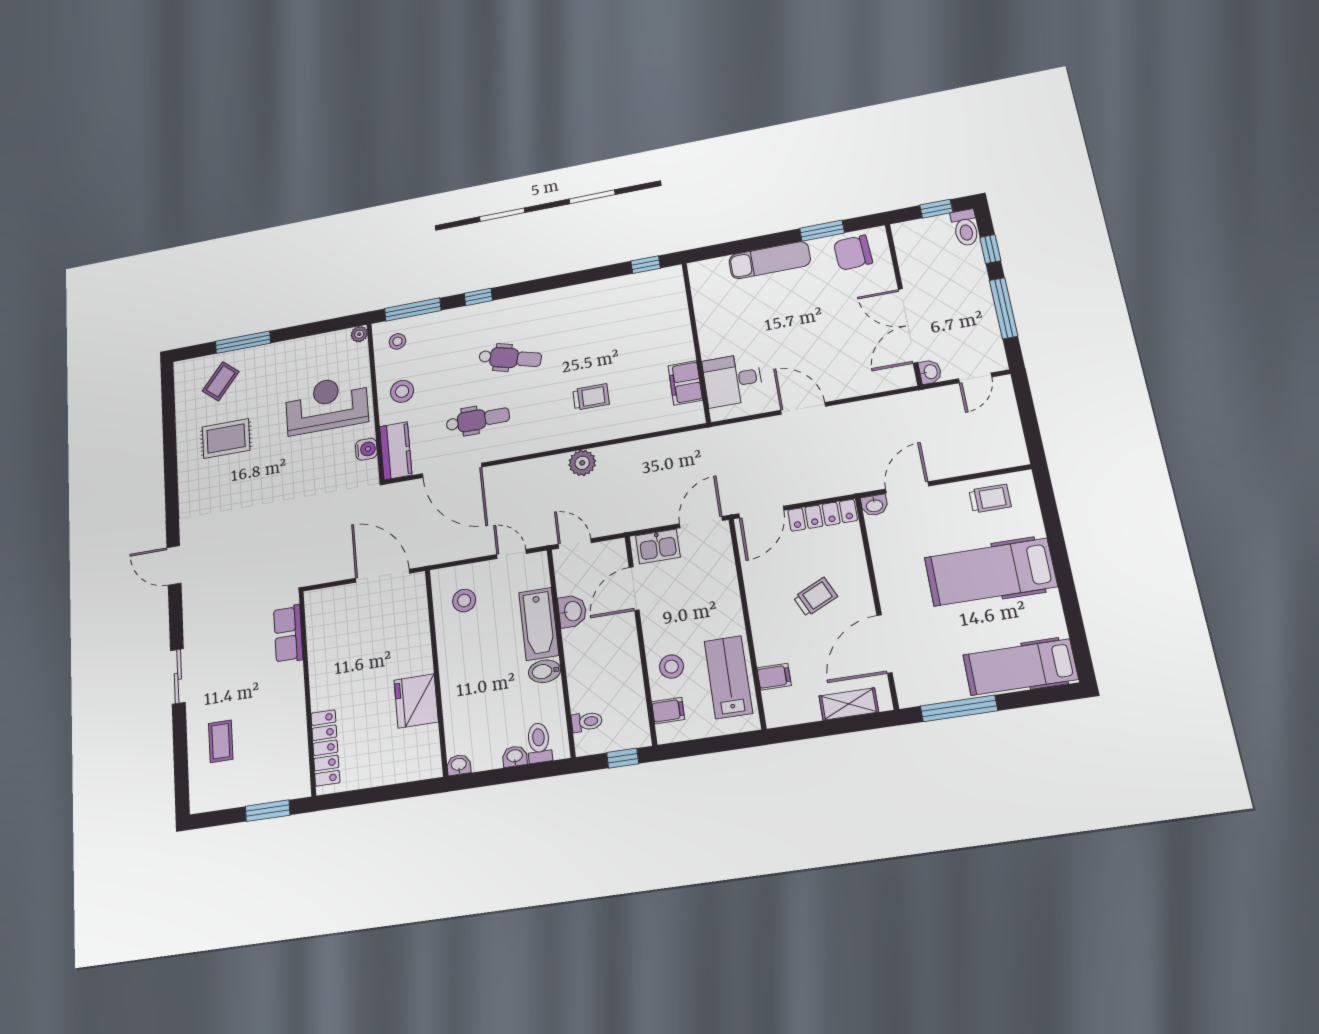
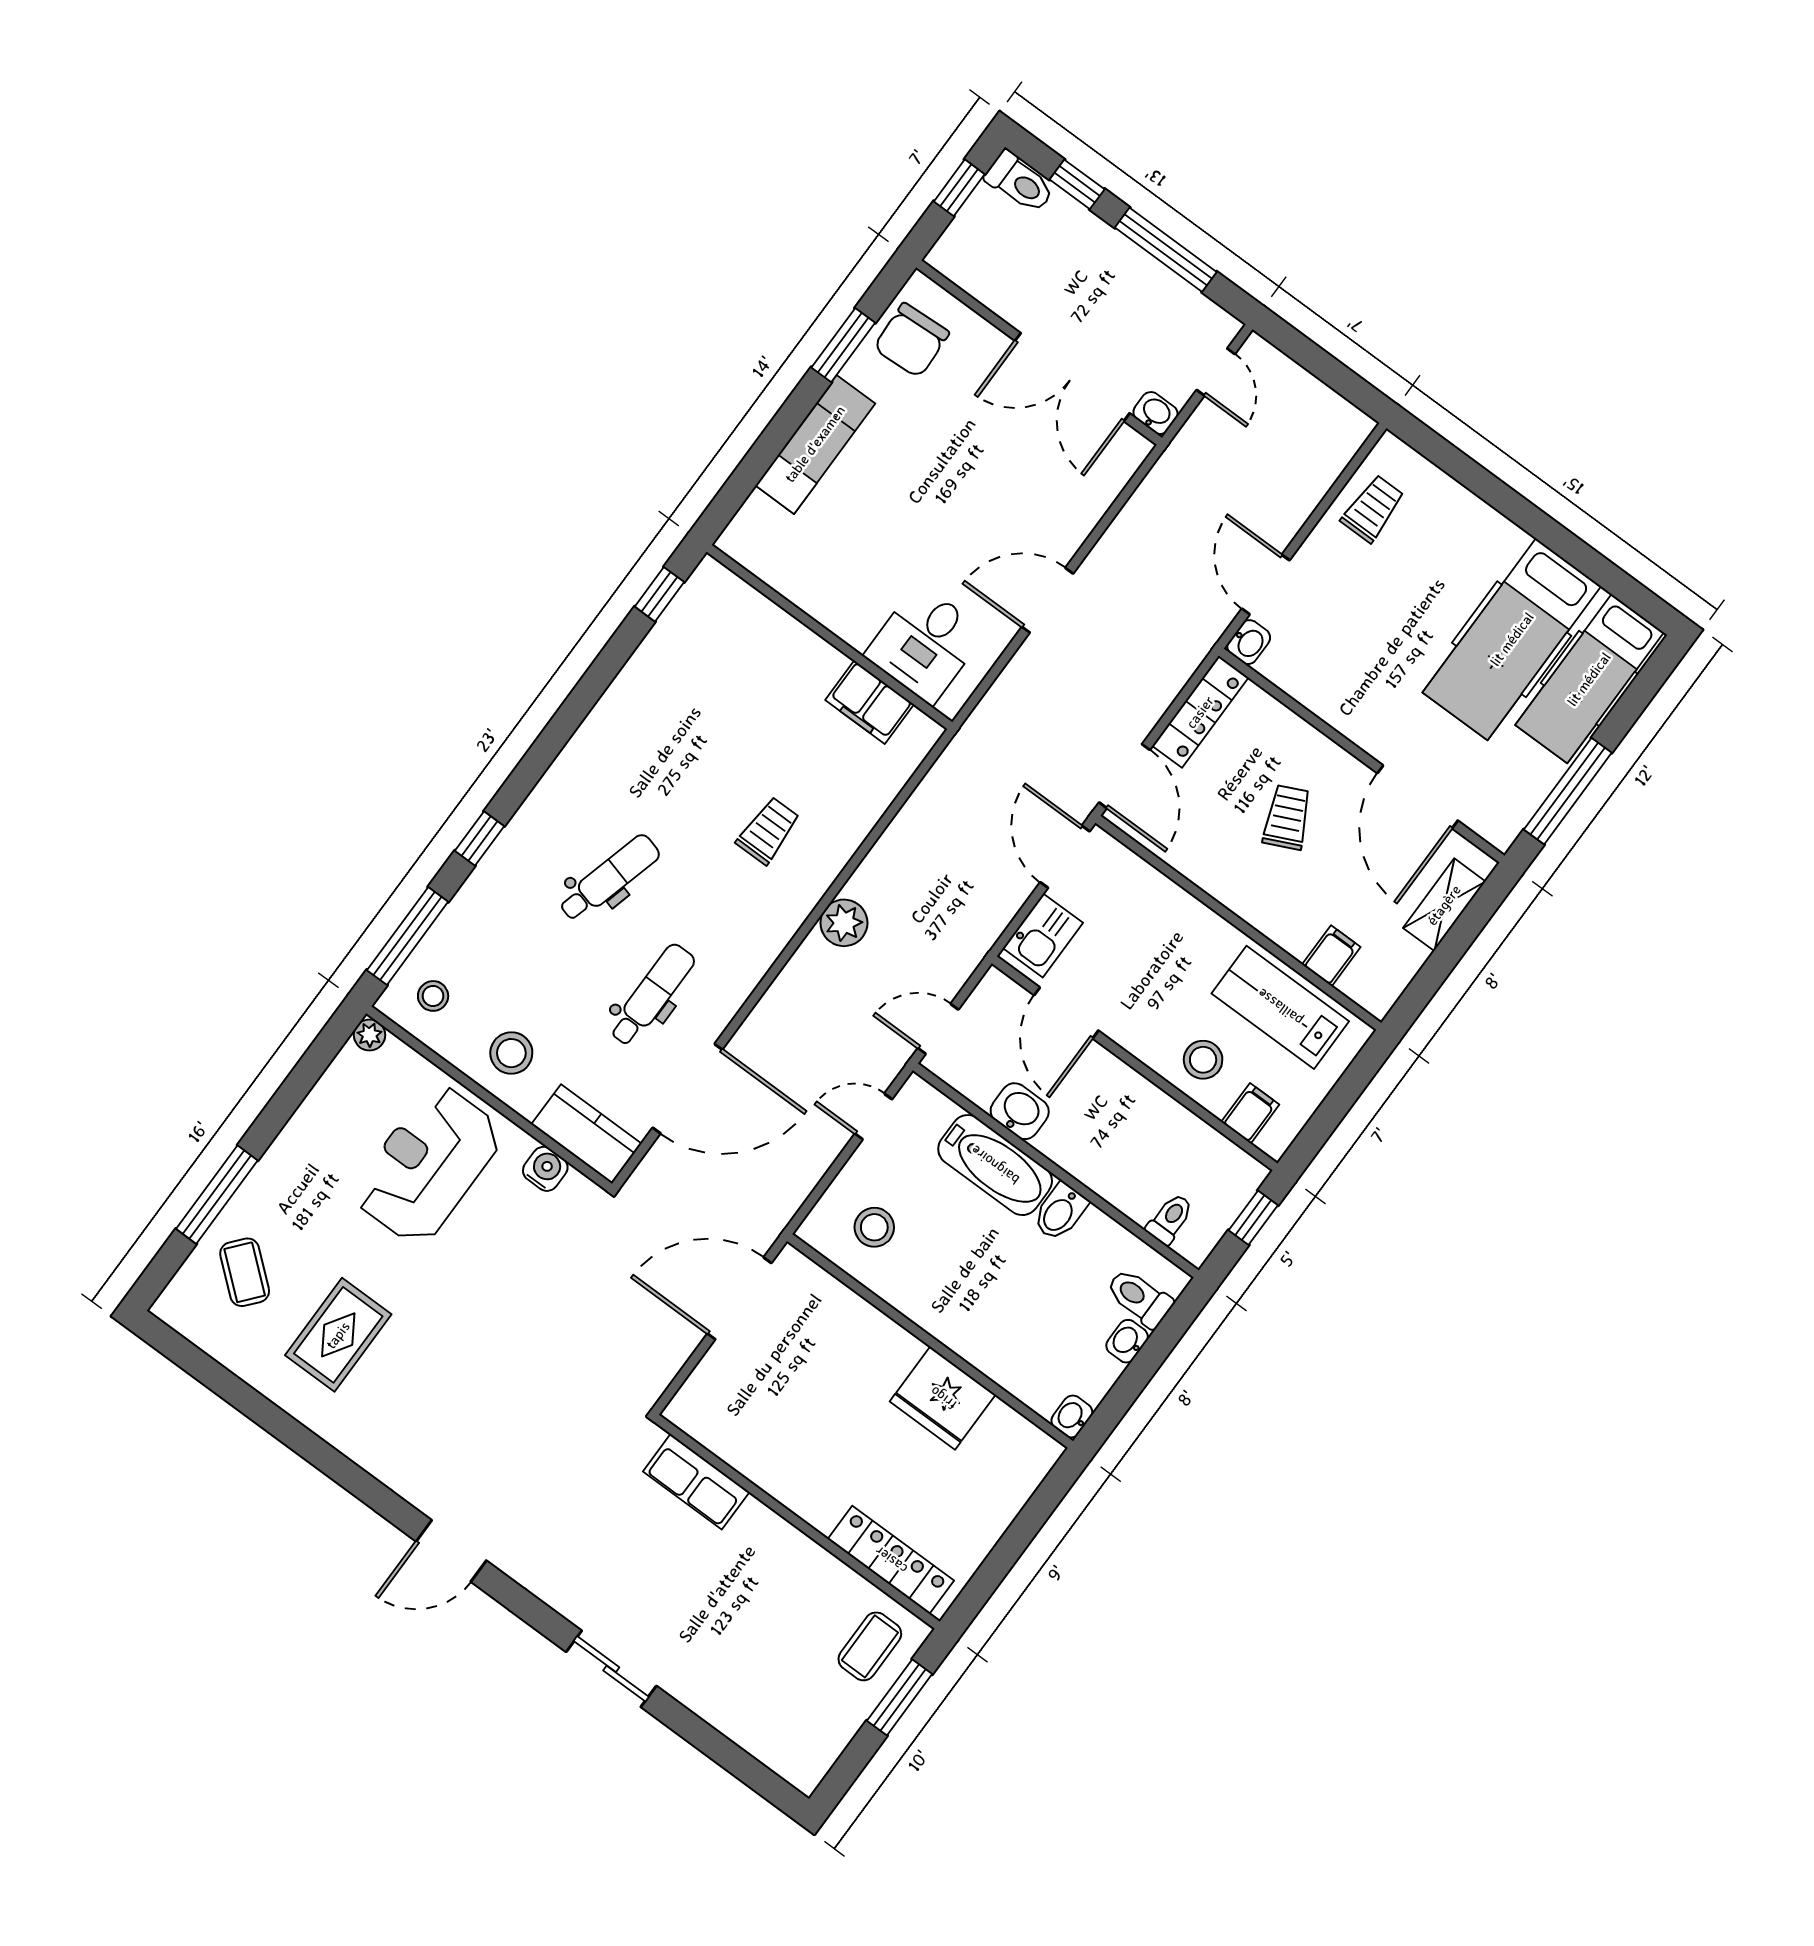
hospital bed: (991, 572) -> (1512, 639), moved
coffee table: (221, 741) -> (870, 1646), moved, turned 90

